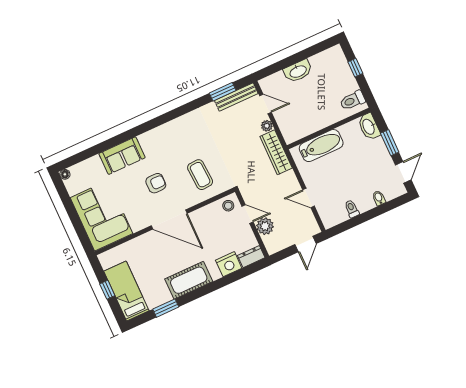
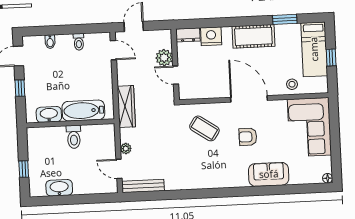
washbasin: (298, 71) -> (59, 188), moved
window: (223, 92) -> (154, 196), removed
toilet: (353, 100) -> (74, 137), moved, turned 90
washbasin: (369, 127) -> (49, 114), moved, turned -90
window: (390, 143) -> (20, 88), width x0.67
wardrobe: (276, 152) -> (126, 107), moved
coffee table: (200, 175) -> (204, 128), turned -53
door: (308, 198) -> (113, 50), moved
stool: (228, 206) -> (292, 84), moved

